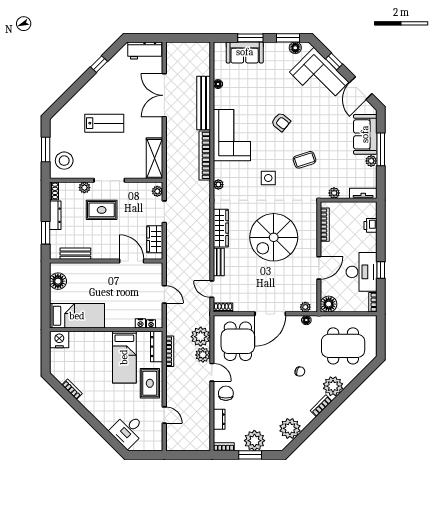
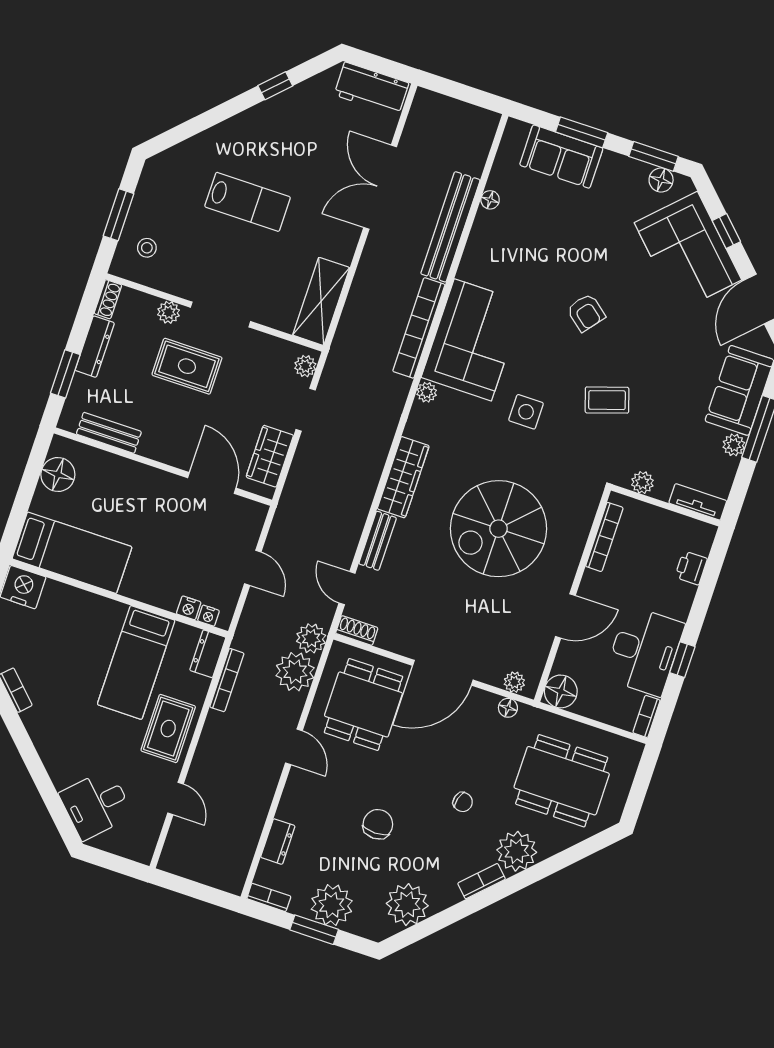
corner sofa: (232, 135) -> (473, 340), moved
stool: (64, 161) -> (147, 248), width x0.53, depth x0.53
dresser: (157, 347) -> (208, 654), width x0.70
plant: (203, 355) -> (311, 638), moved
chair: (226, 393) -> (378, 824), moved

